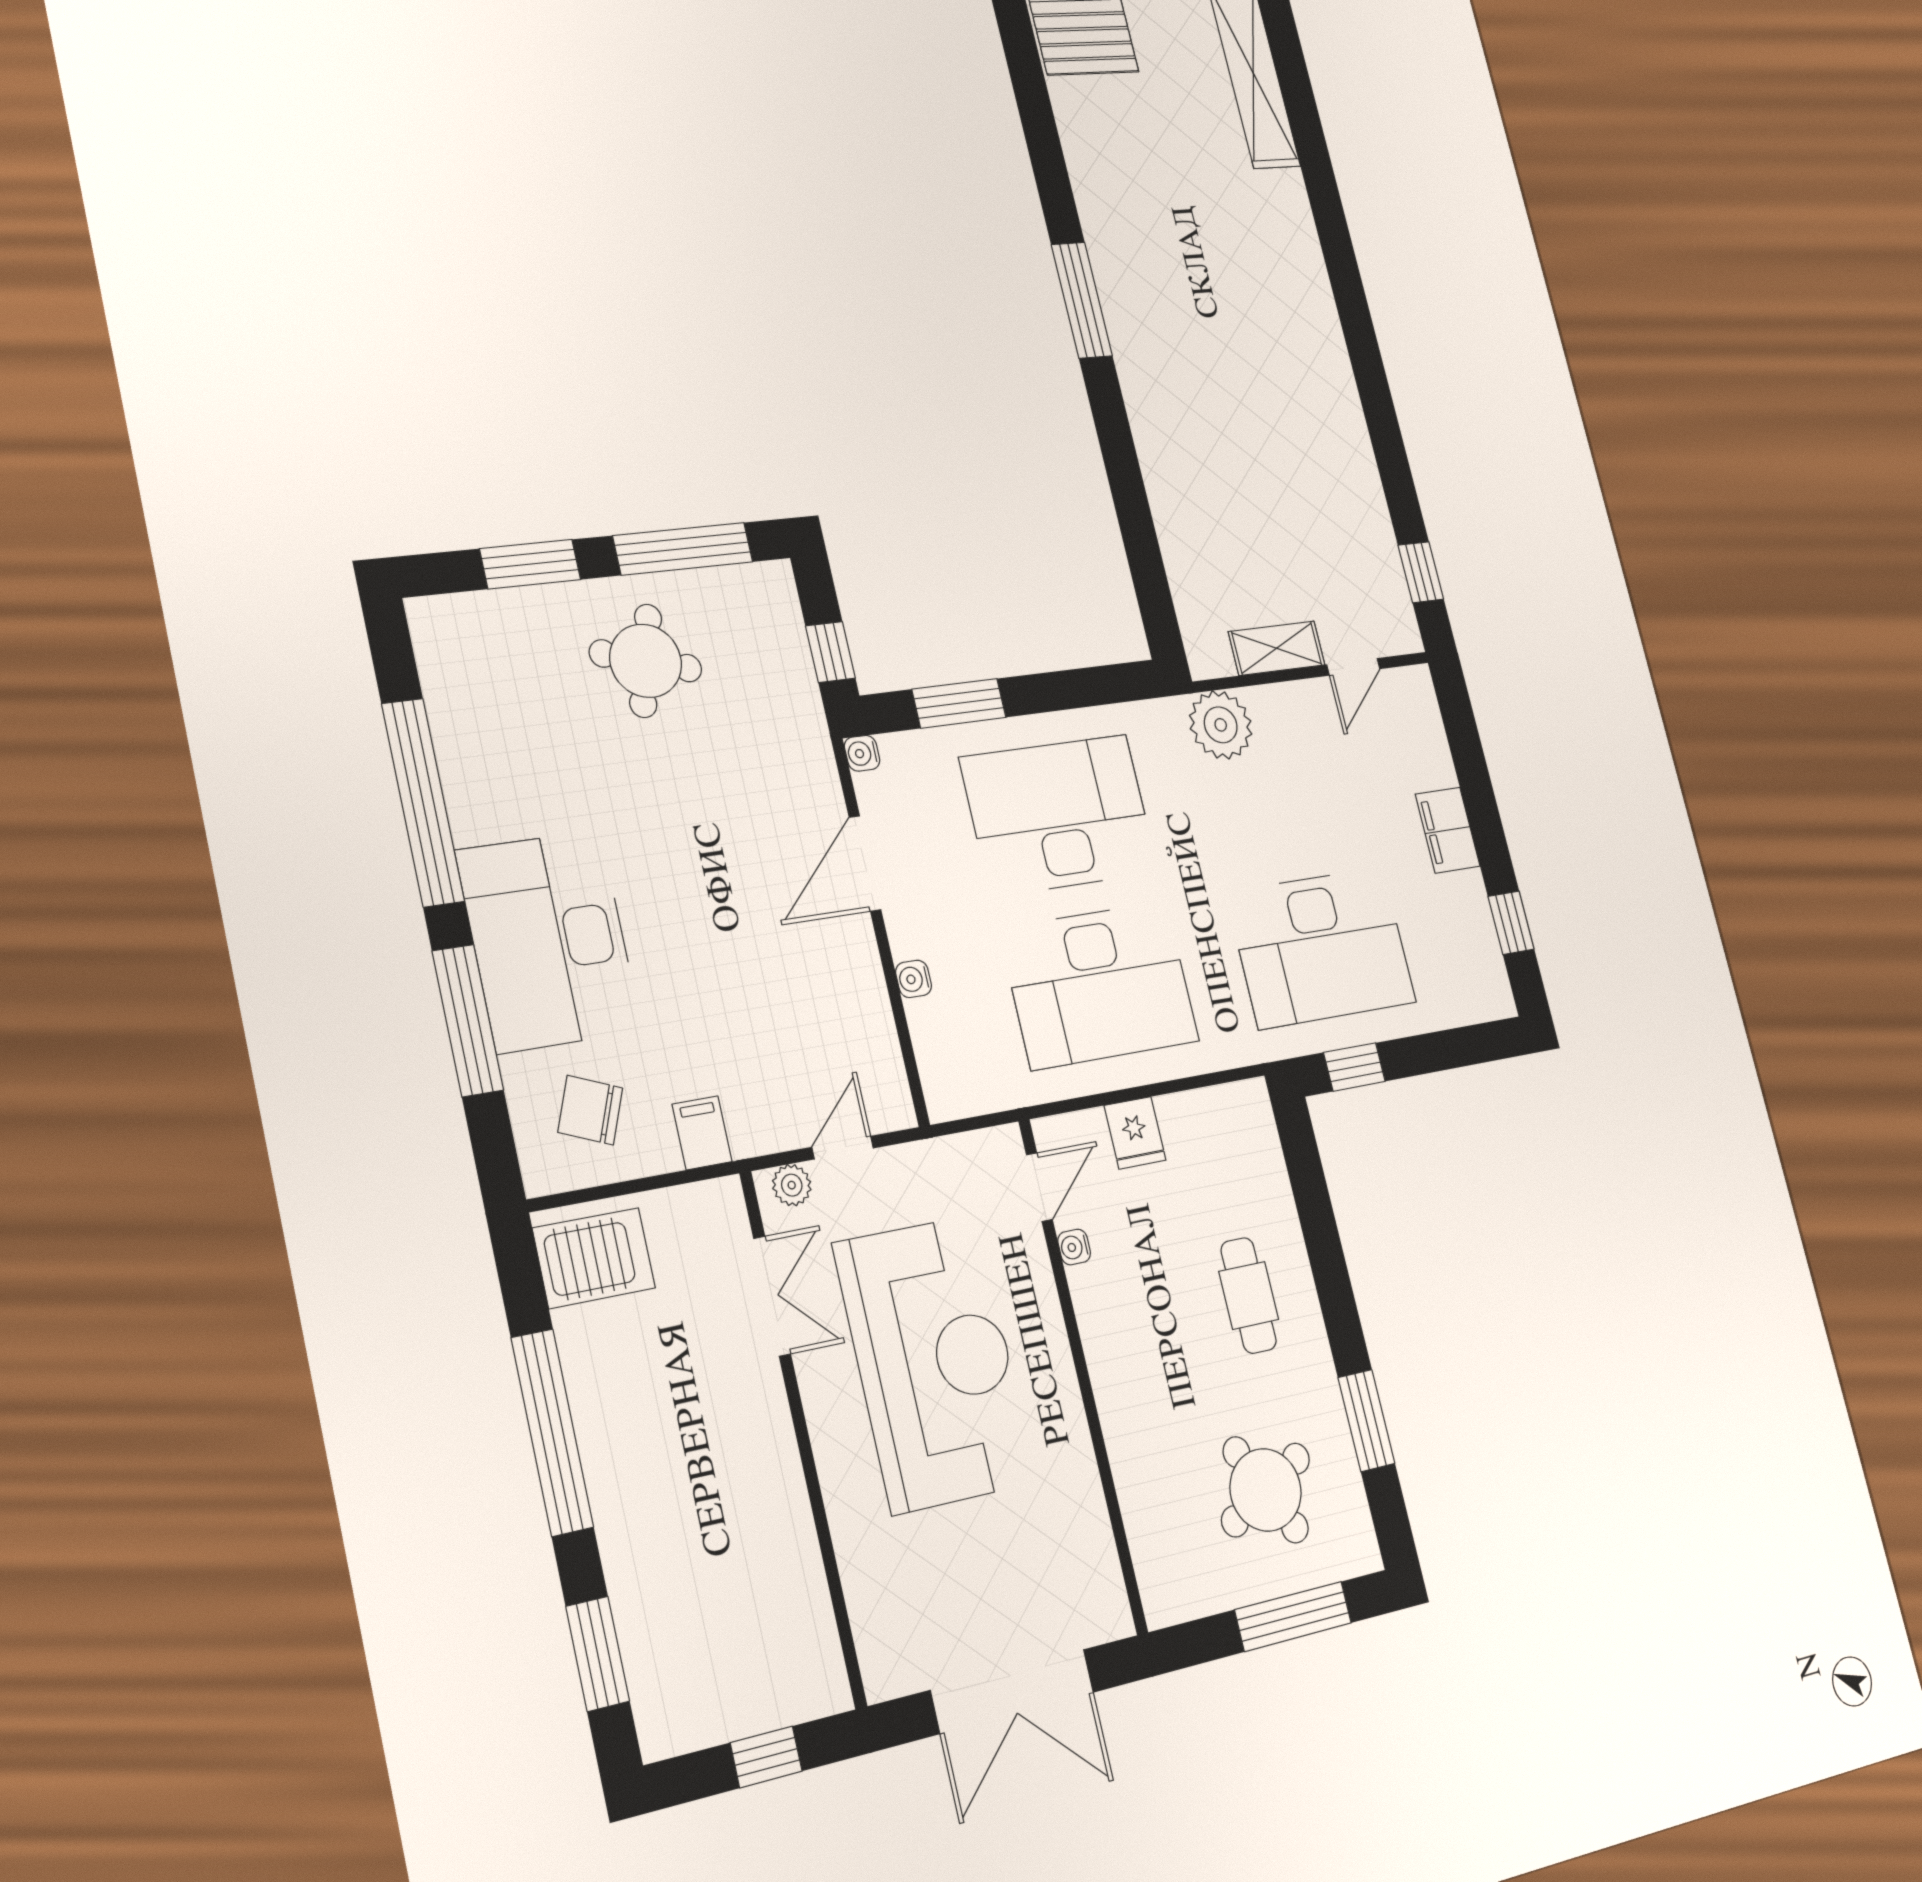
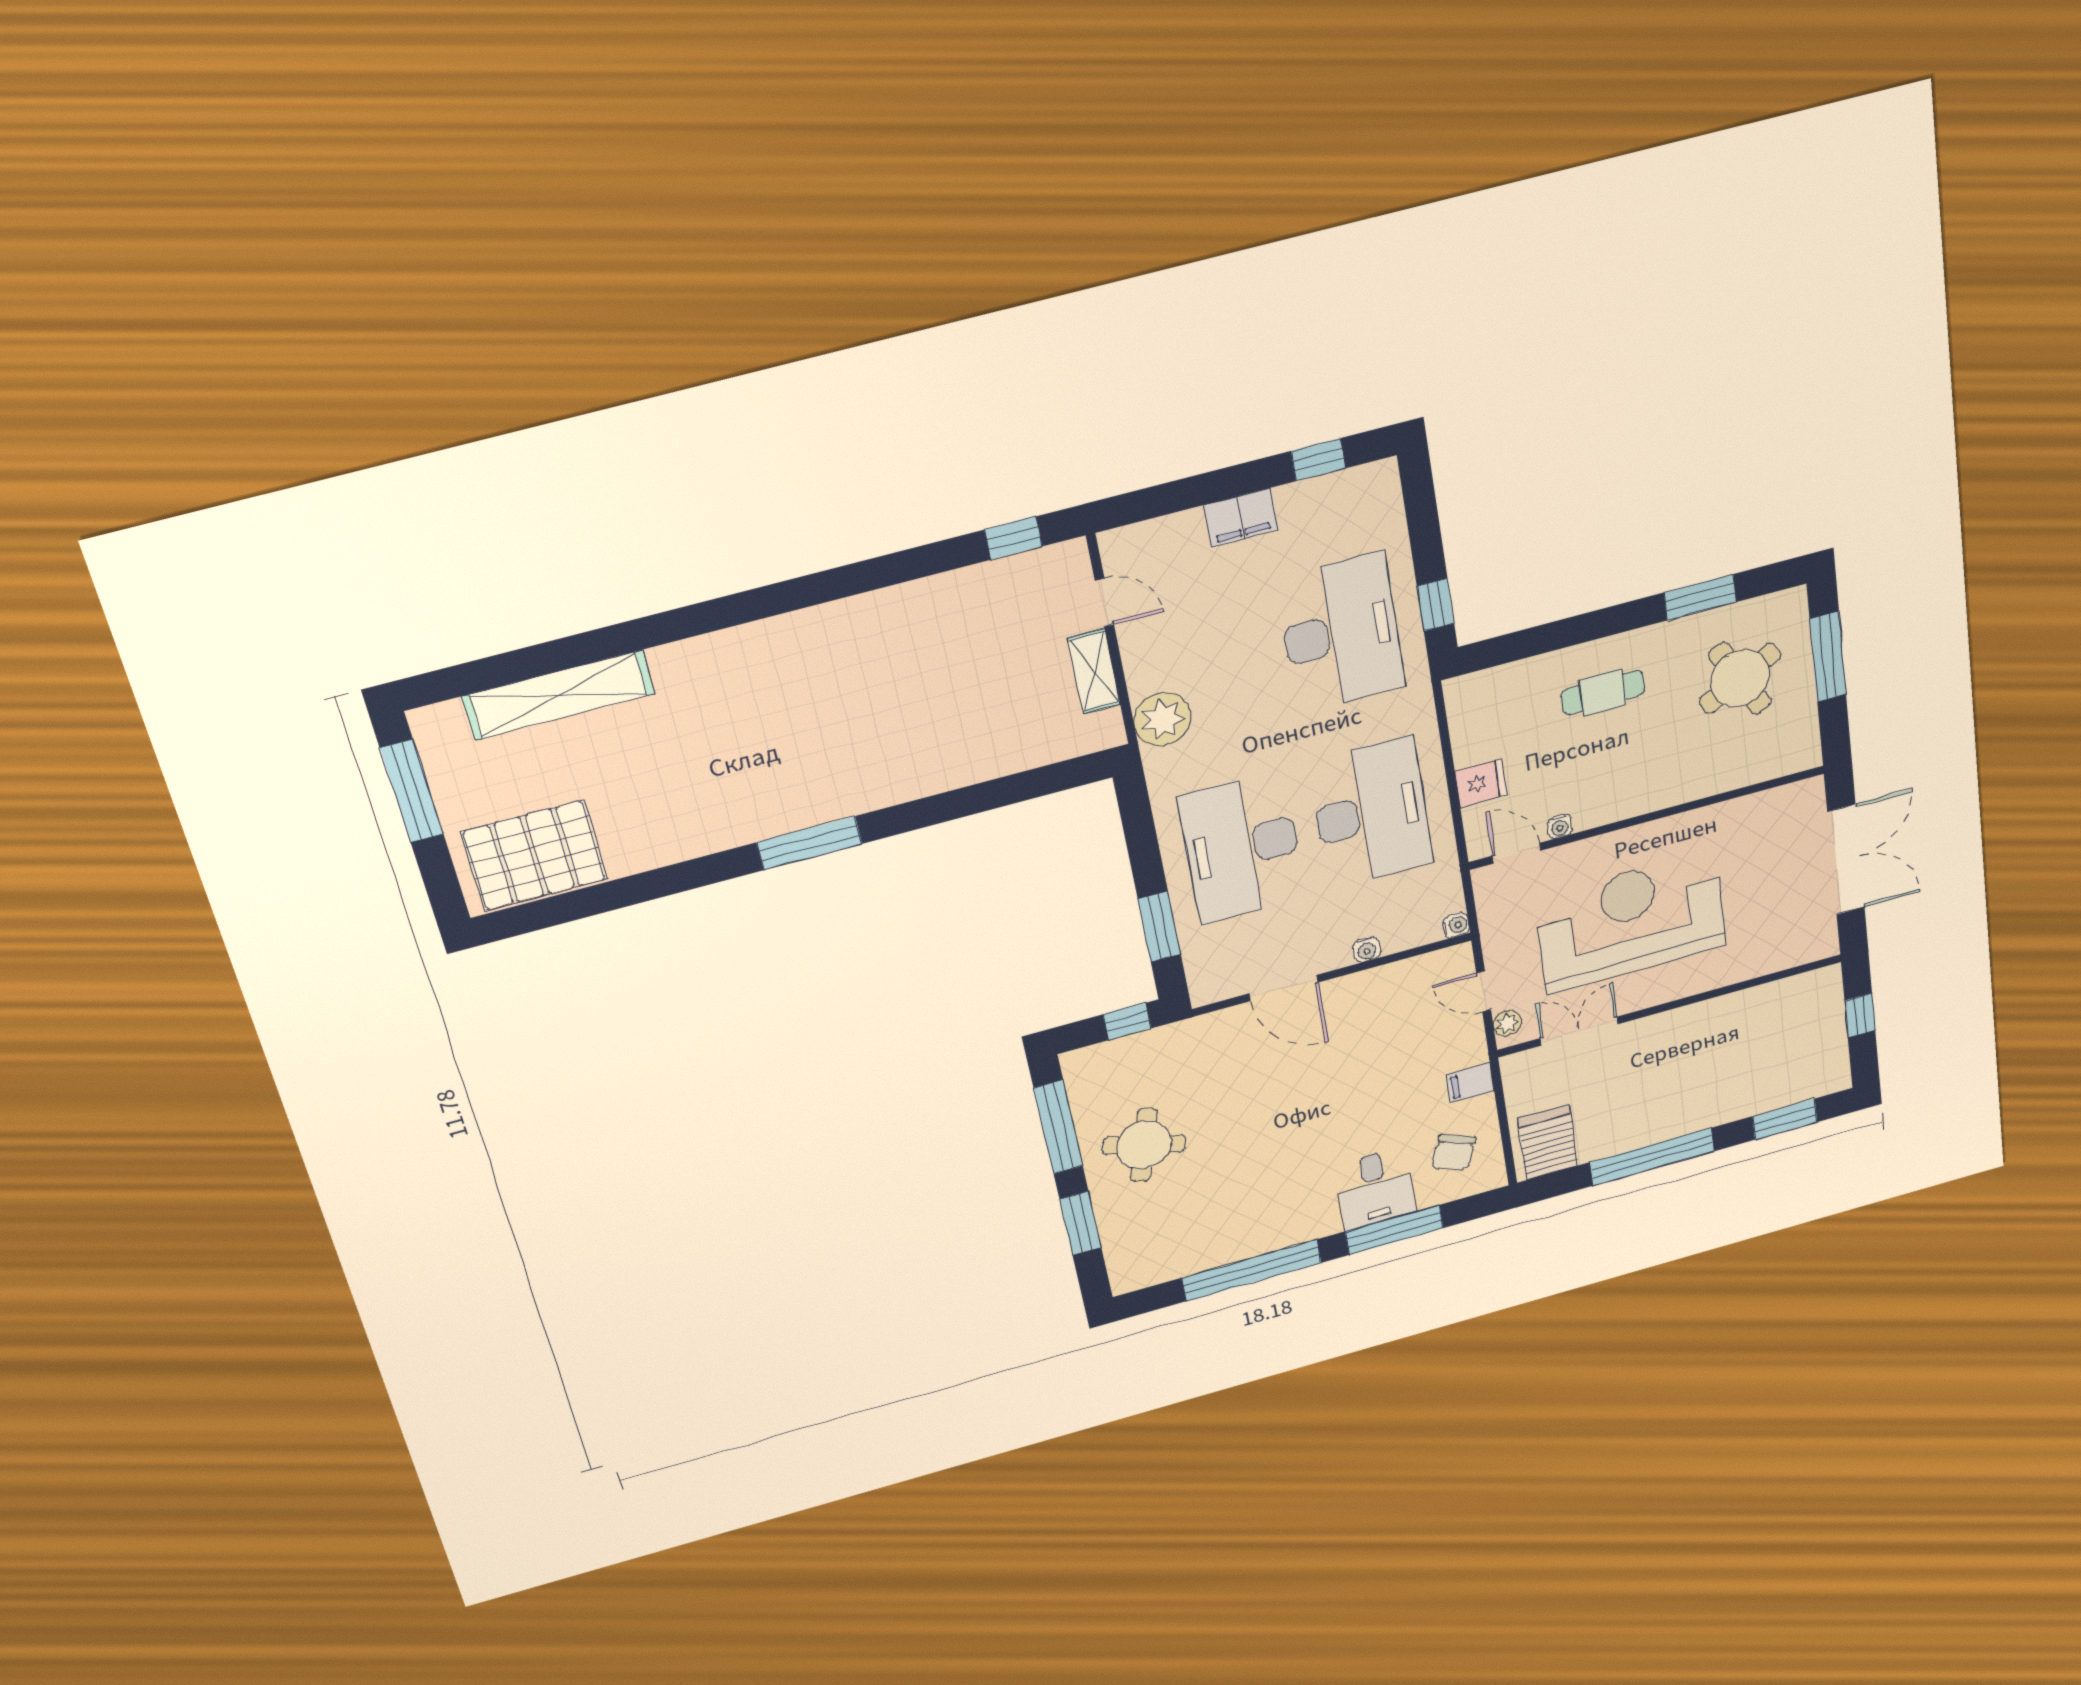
water cooler: (862, 753) -> (1456, 925), moved, turned -90
desk: (549, 941) -> (1375, 1189), width x0.53, depth x0.77

